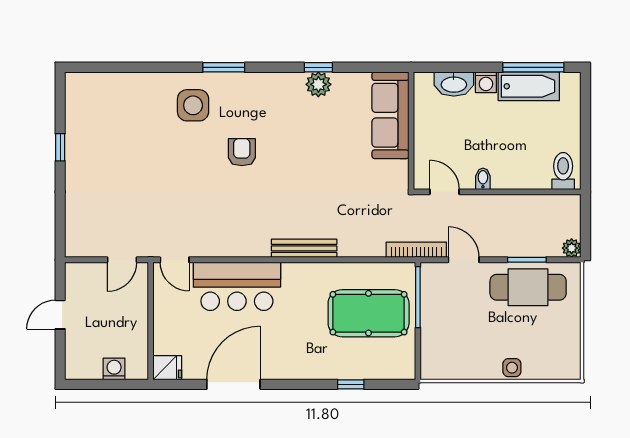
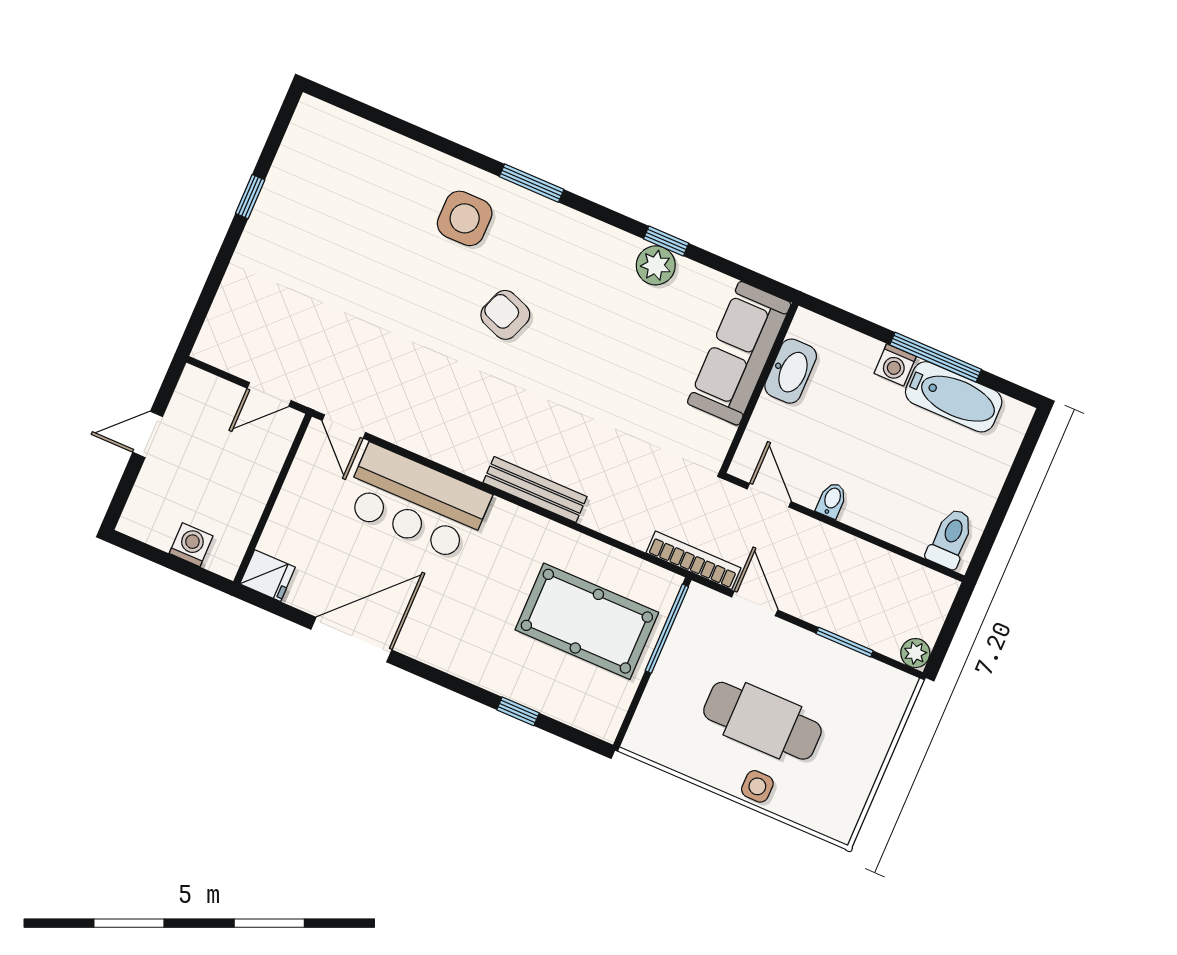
window: (533, 67) -> (936, 357), moved
washbasin: (454, 84) -> (791, 371), moved, turned -90
armchair: (242, 152) -> (505, 315), turned -69
cafe table: (528, 287) -> (762, 721), moved

